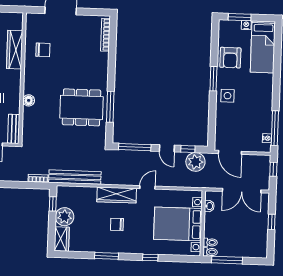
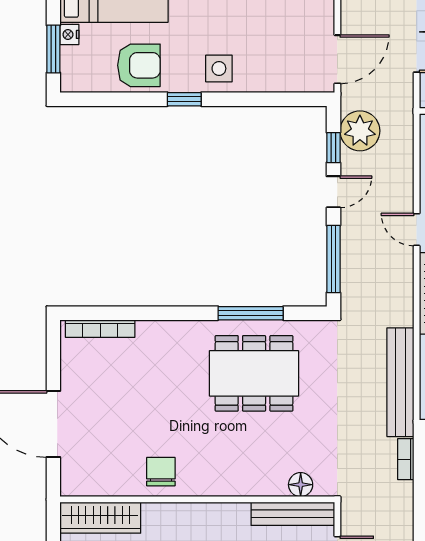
wardrobe: (15, 50) -> (100, 518), moved
chair: (43, 50) -> (161, 472), moved
window: (213, 79) -> (184, 99), width x0.67
floor lamp: (29, 100) -> (301, 485), moved
dining table: (82, 107) -> (254, 373), turned 90
bench: (14, 129) -> (293, 514), width x1.36

